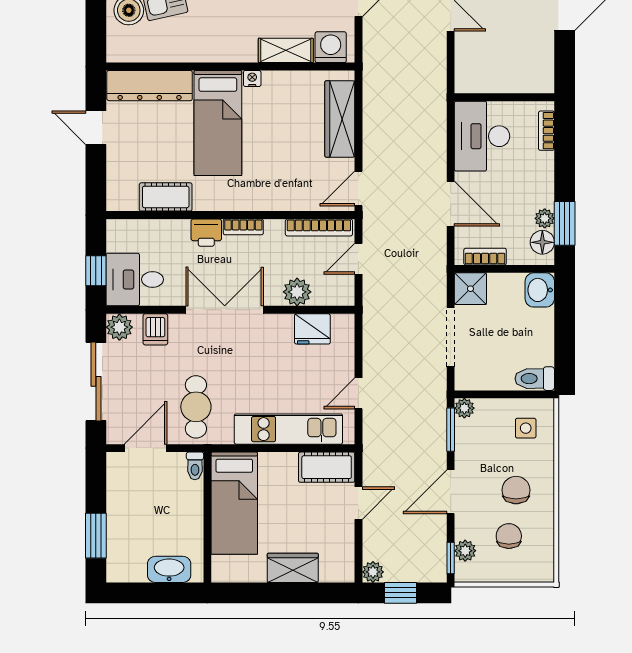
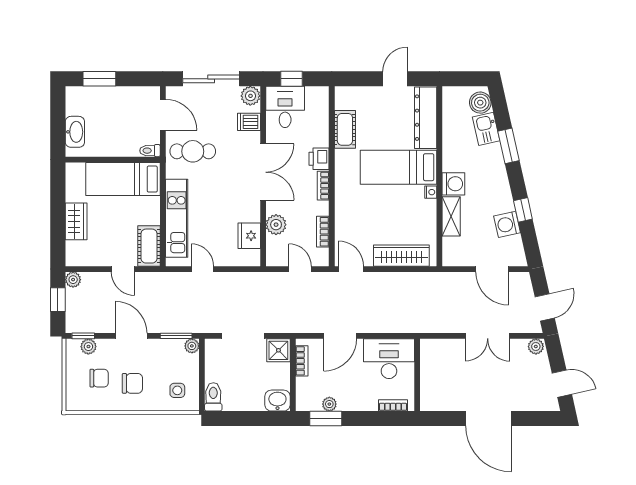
washing machine: (331, 47) -> (453, 184), moved
bookcase: (319, 227) -> (323, 232), width x0.64
floor lamp: (542, 242) -> (312, 402), removed

